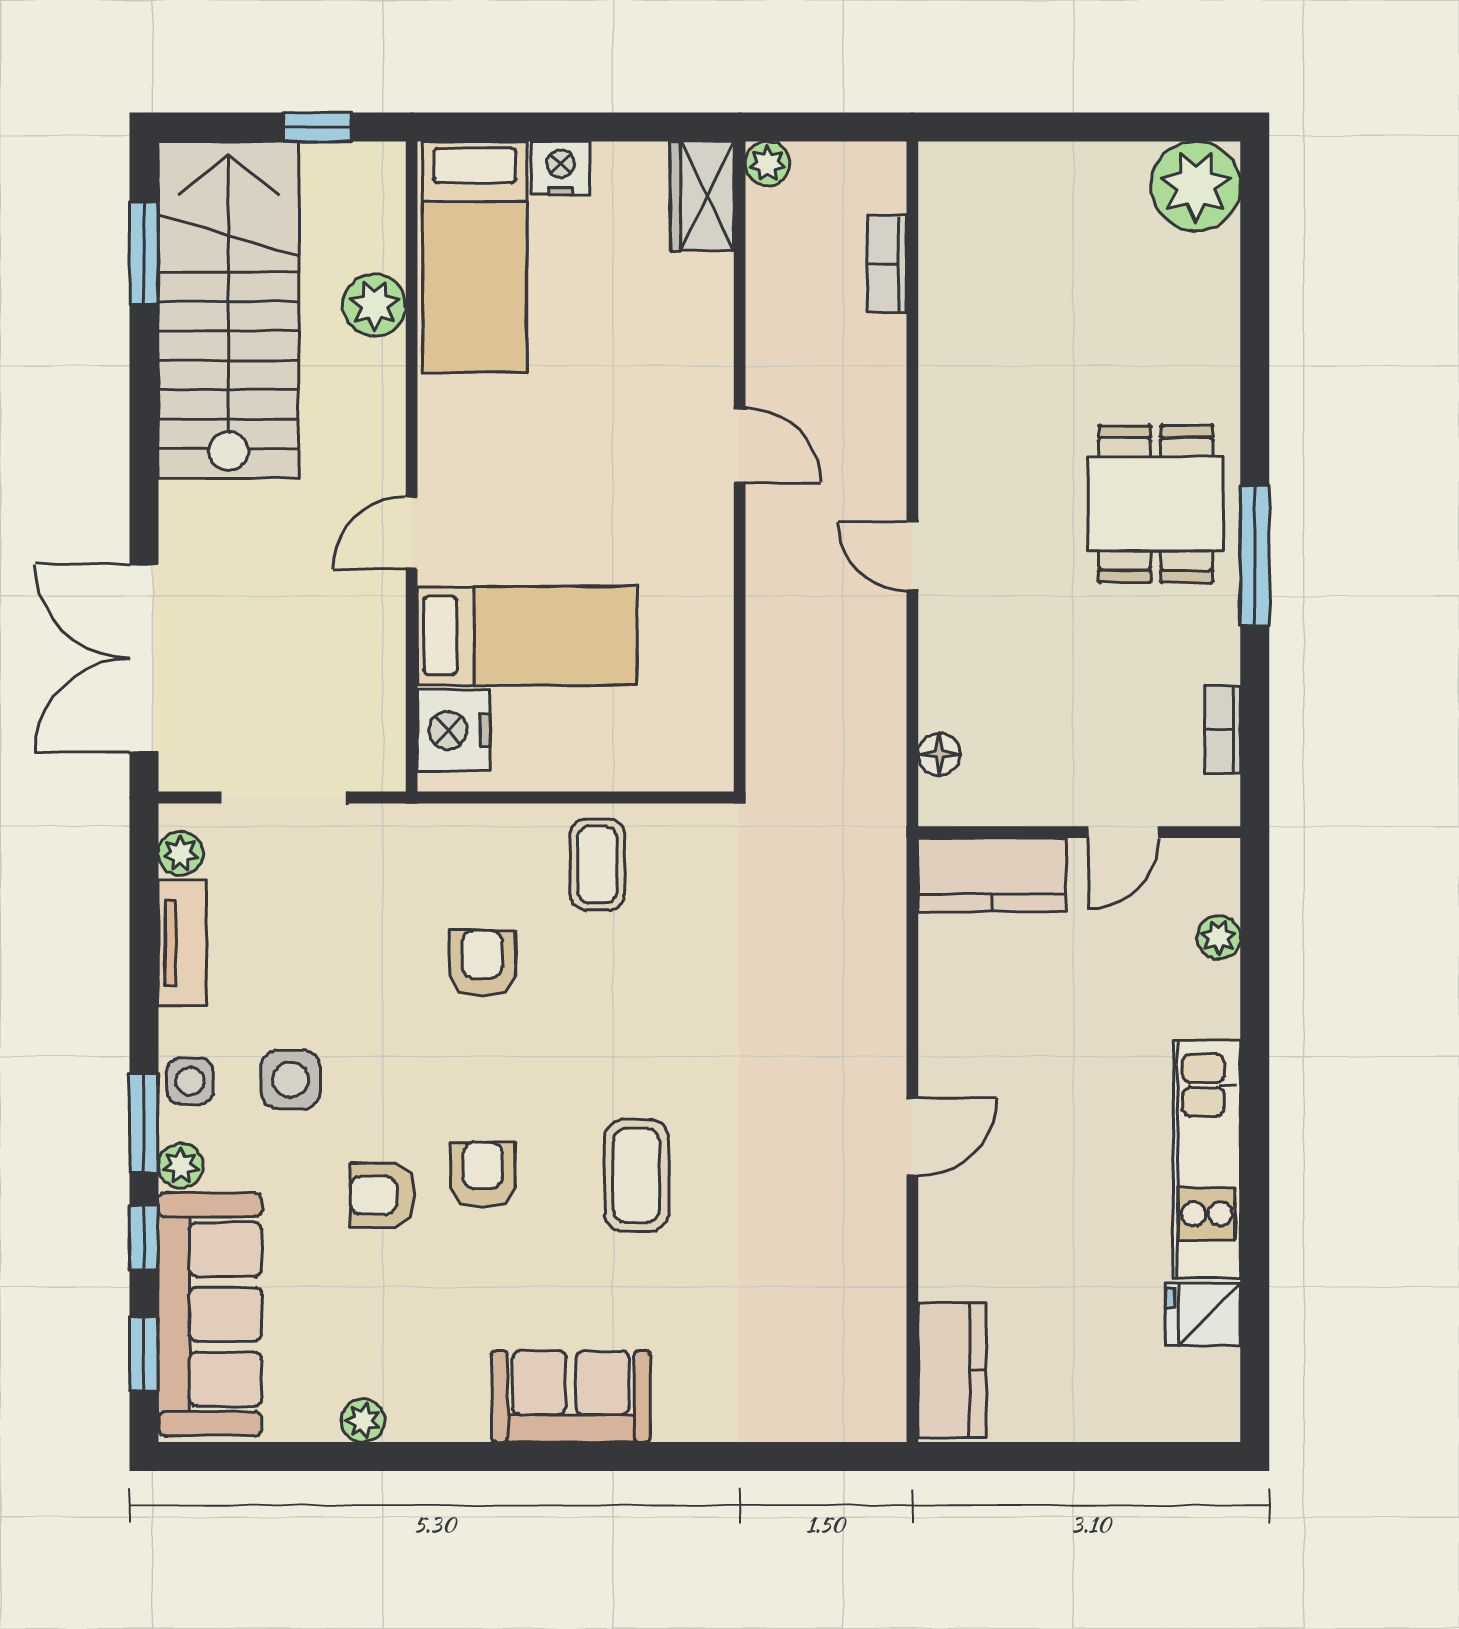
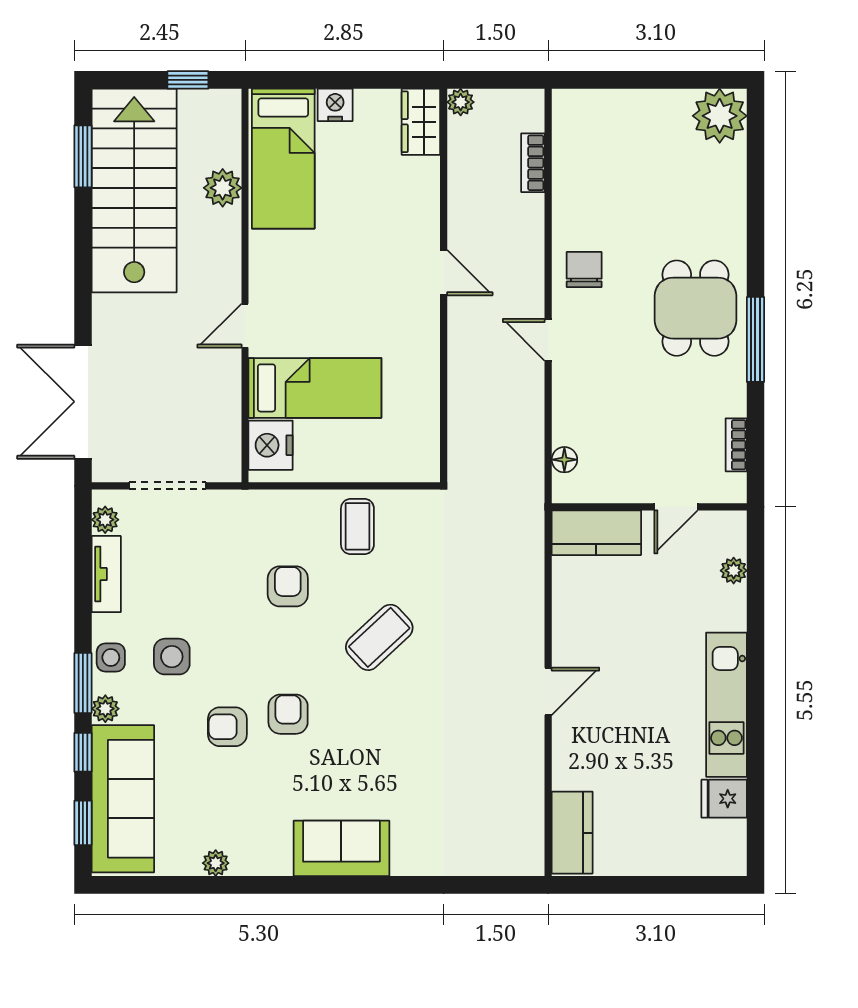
chair: (972, 440) -> (584, 270), added
coffee table: (636, 1176) -> (379, 637), moved, turned 47

